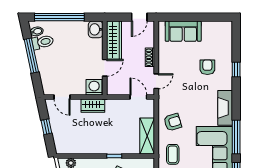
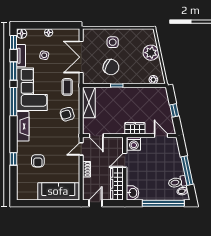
sofa: (183, 31) -> (58, 191), width x1.36

